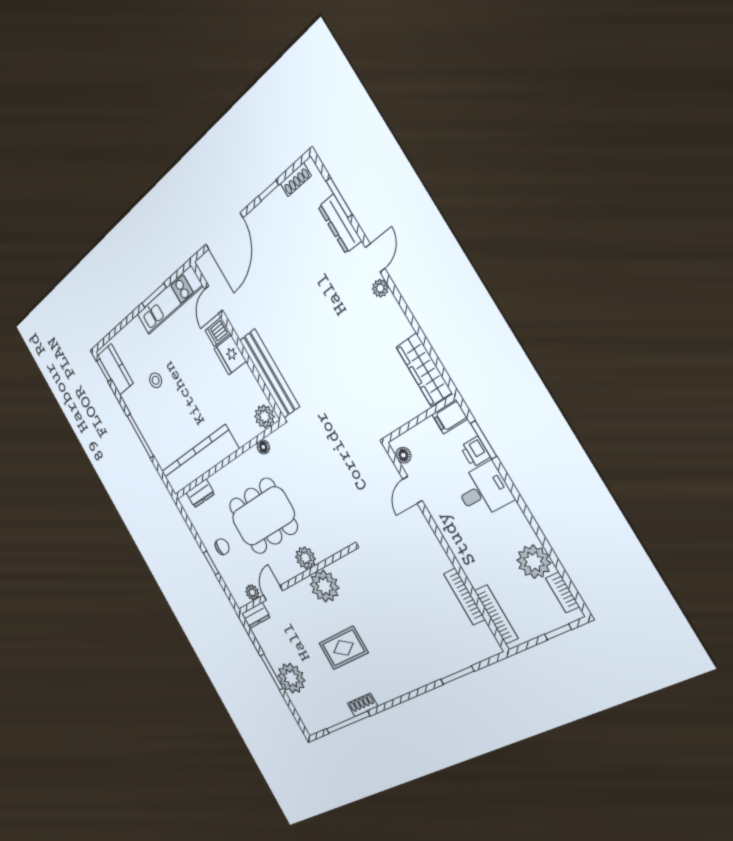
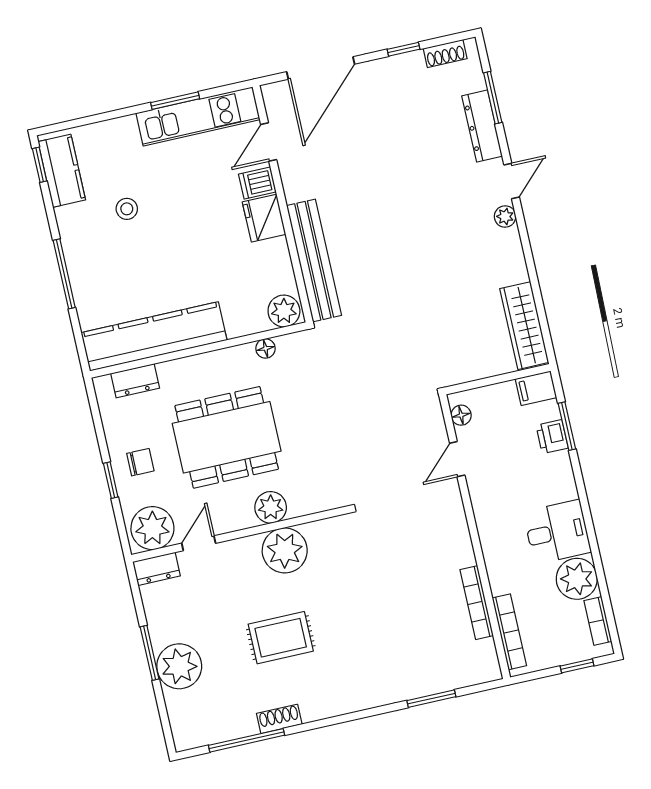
desk: (484, 491) -> (557, 532), moved
plant: (252, 592) -> (152, 528), width x1.88, depth x1.88

